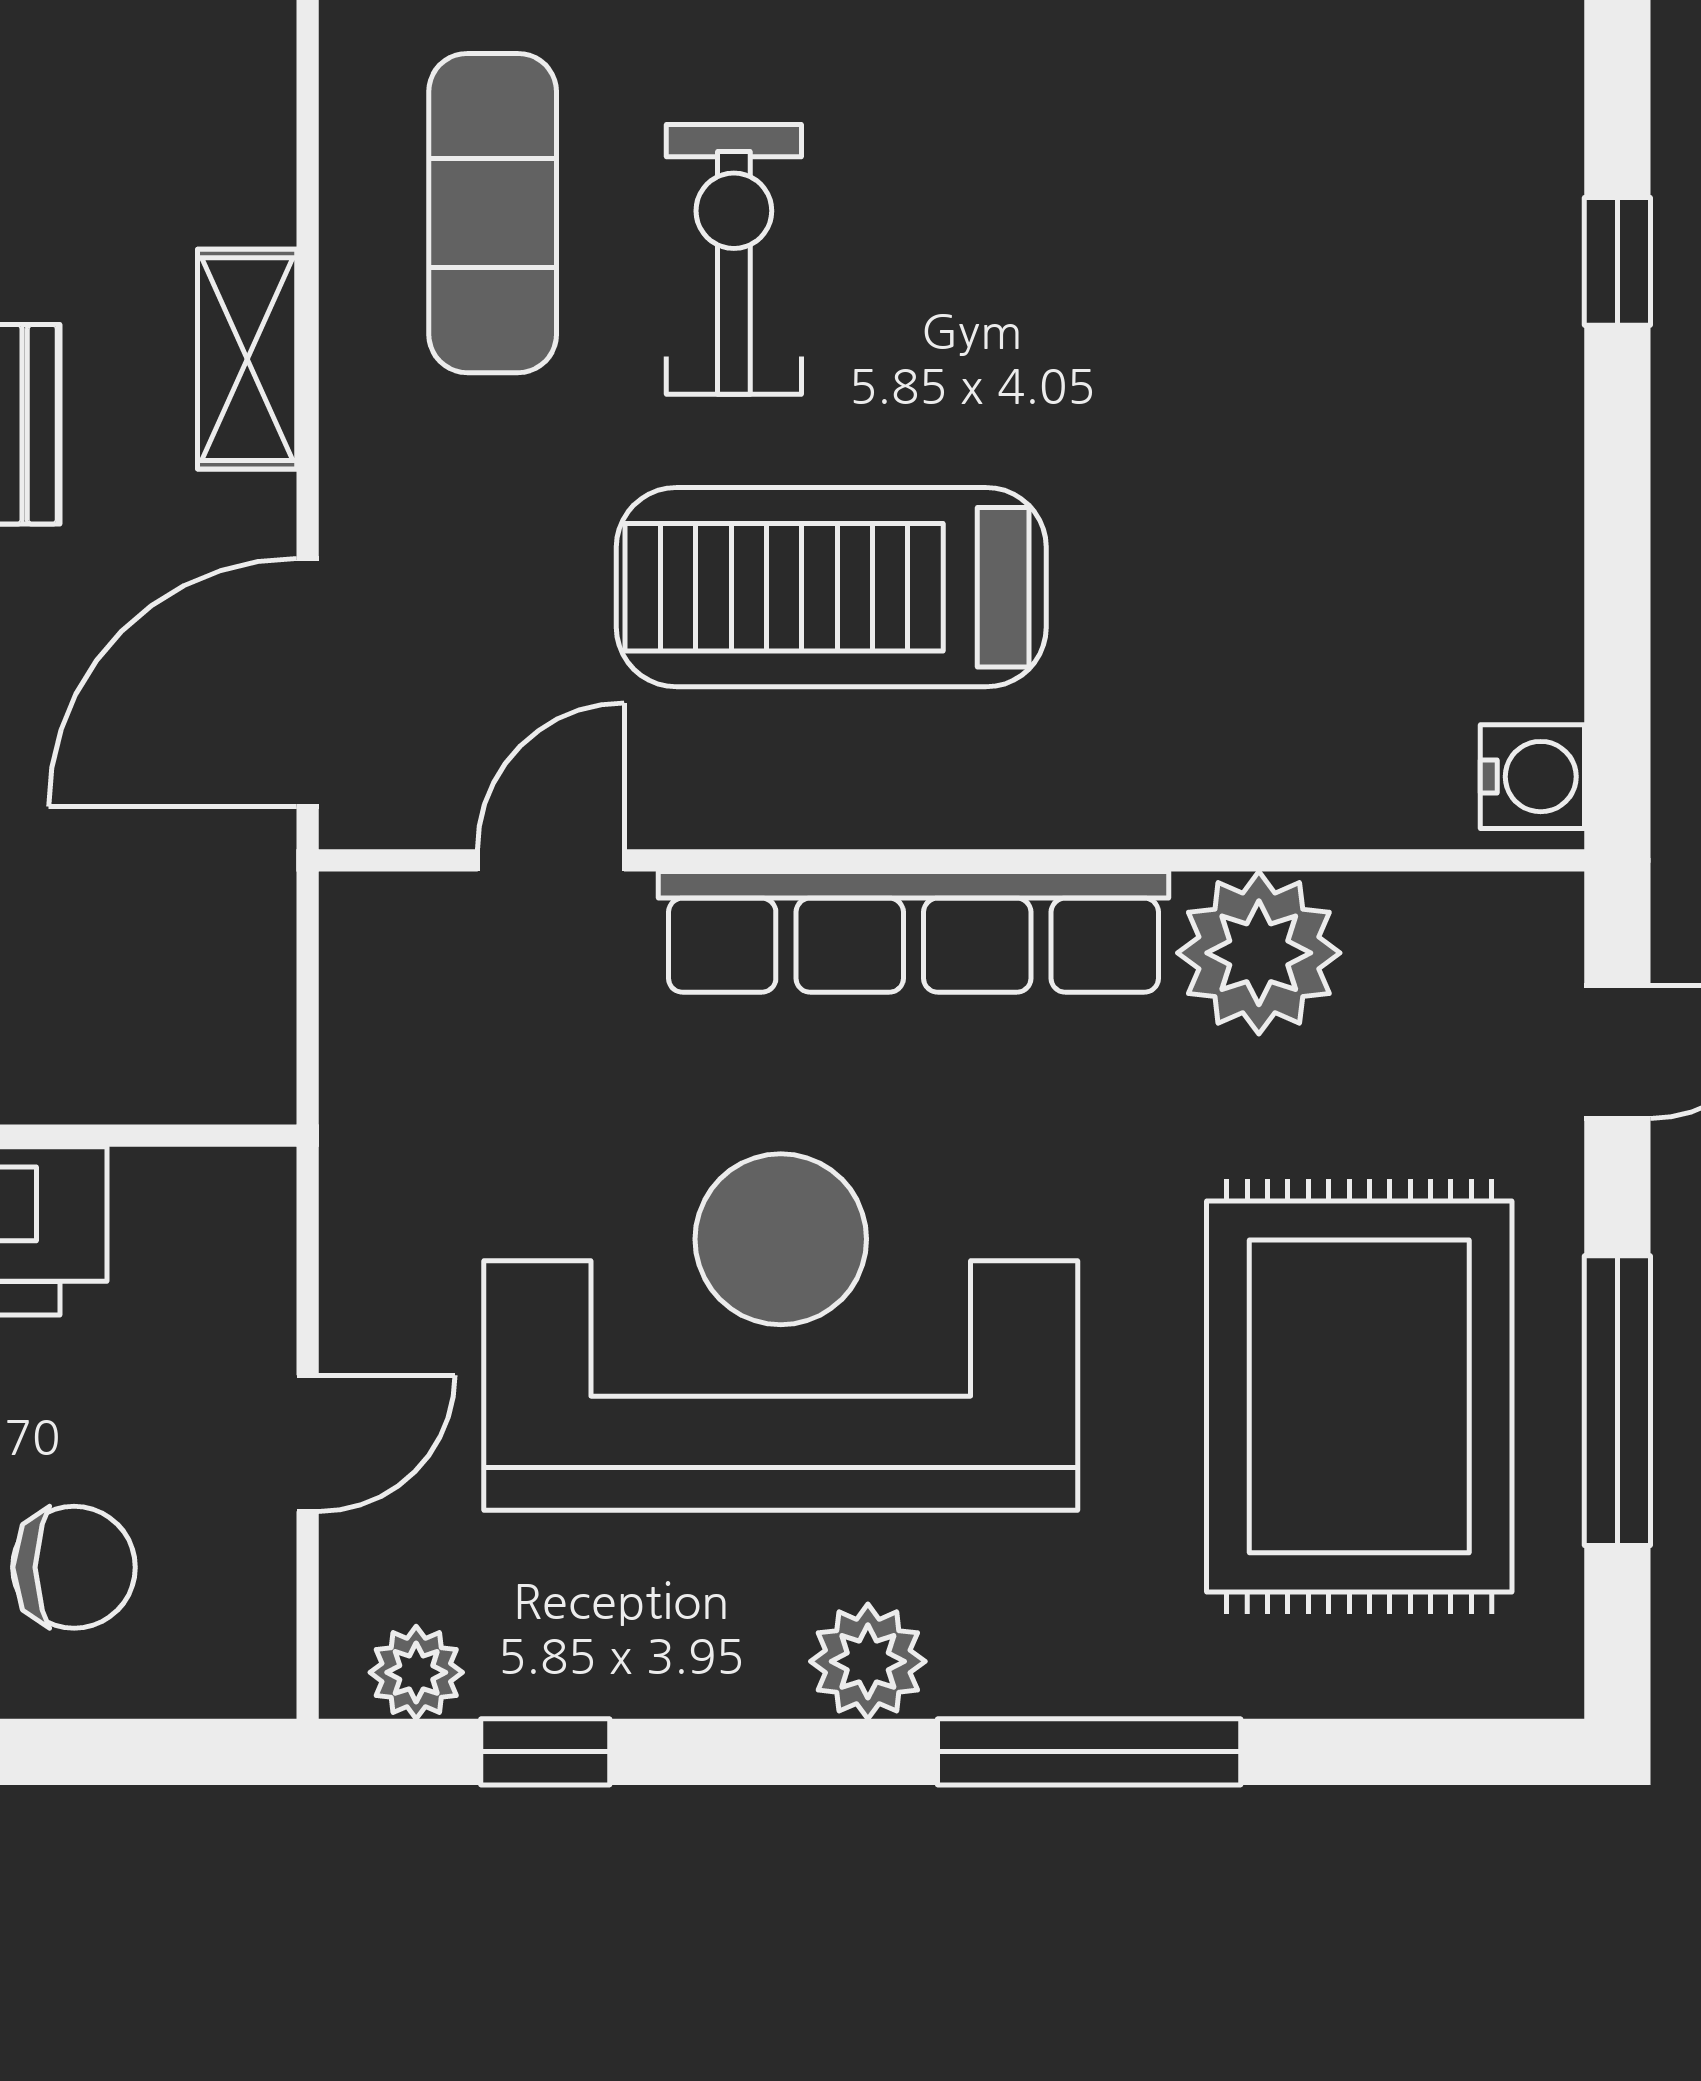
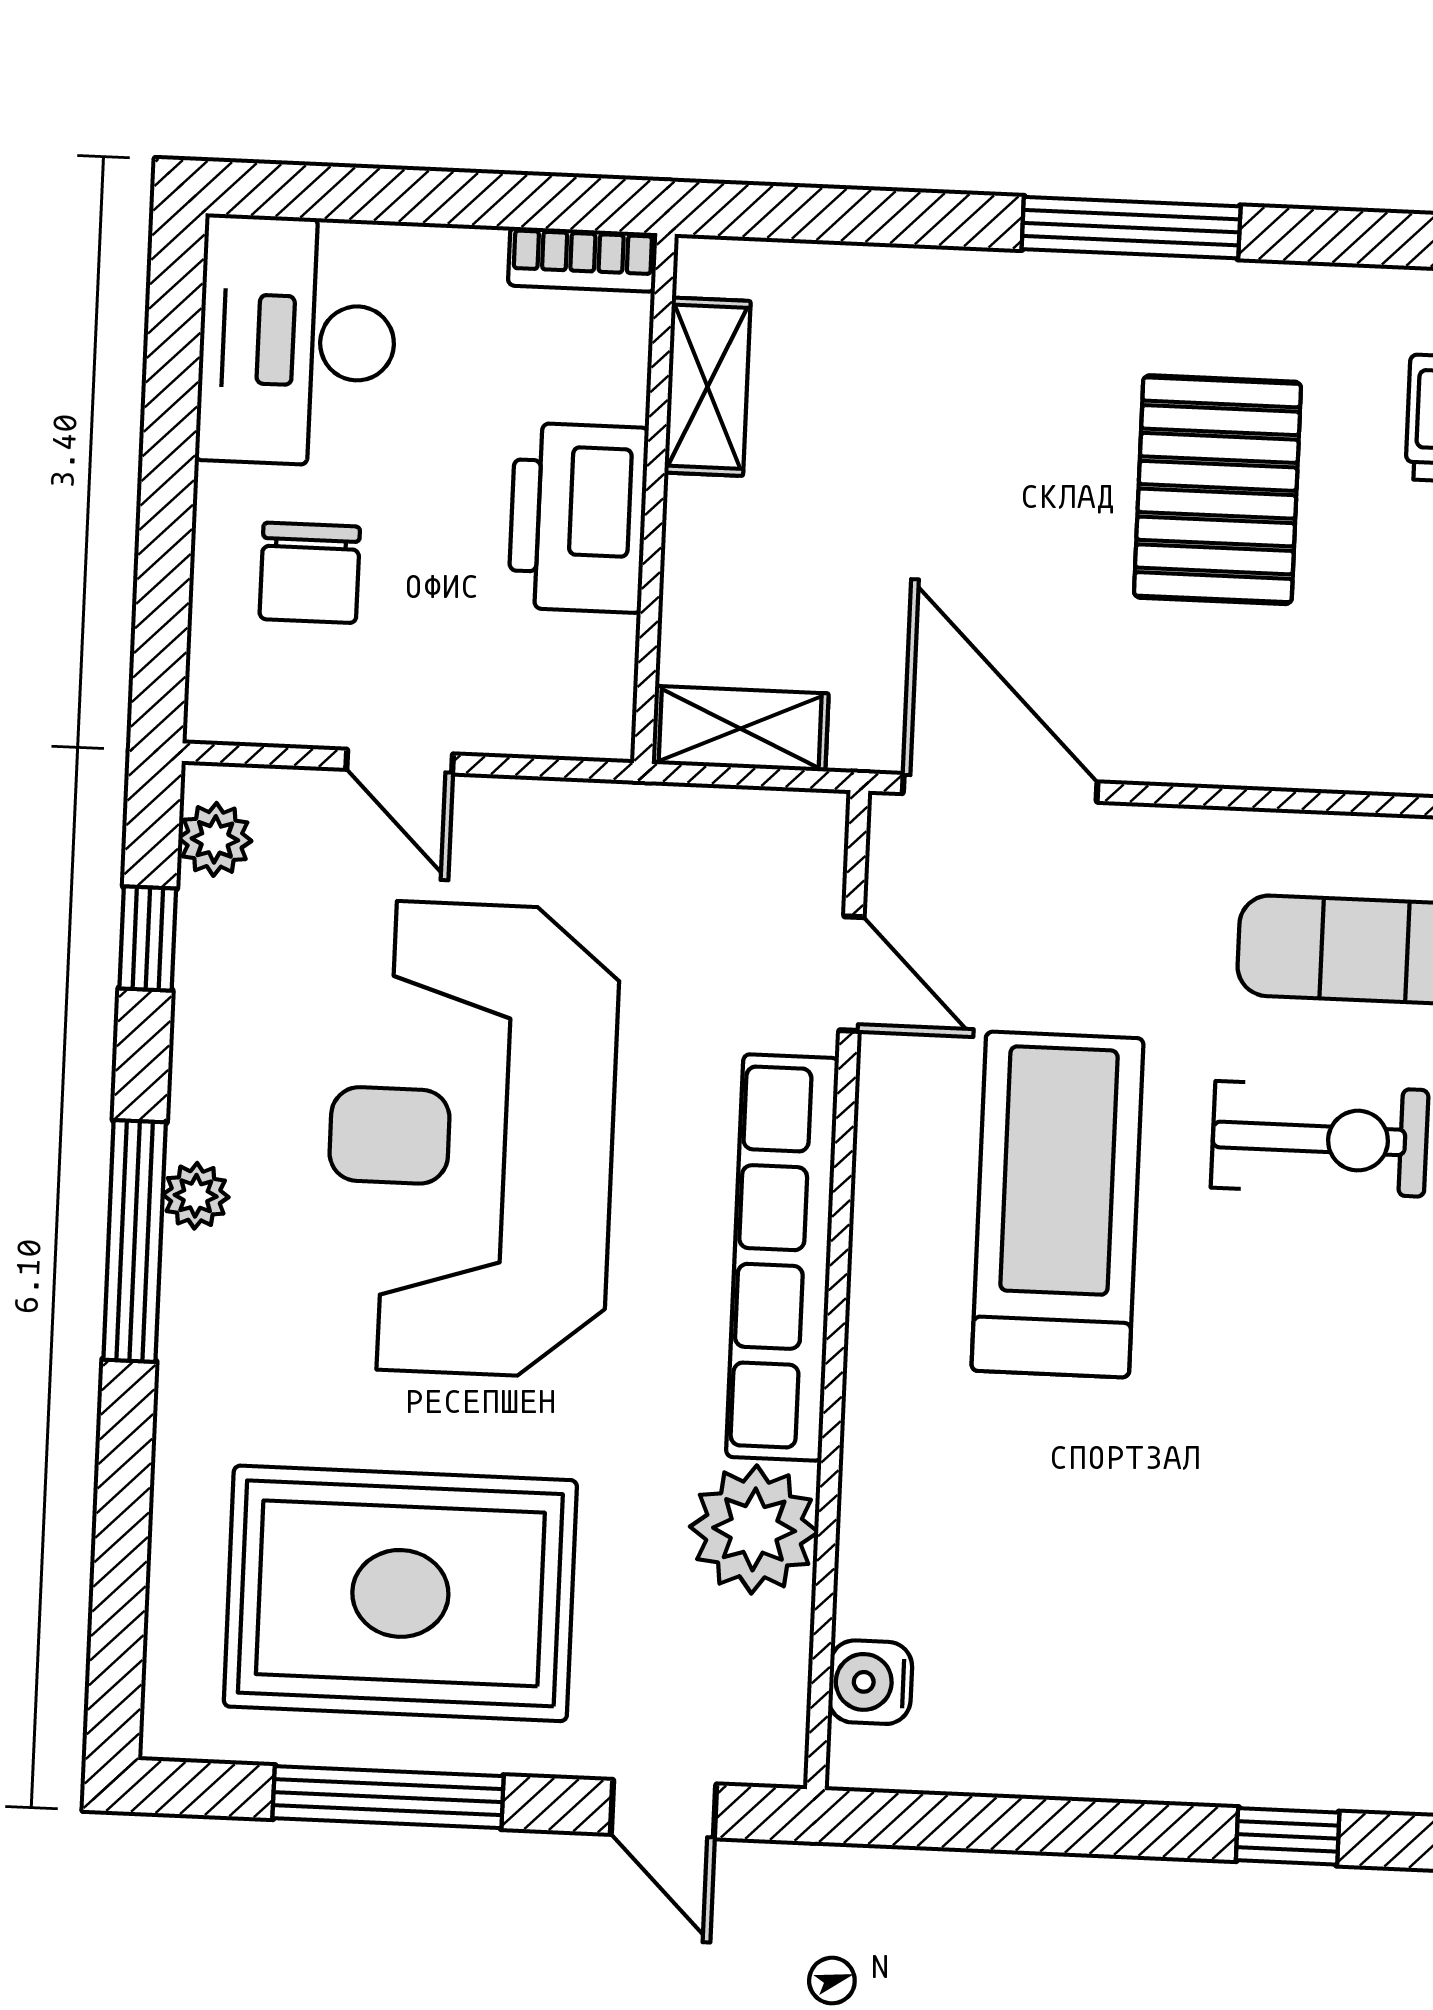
shelving: (247, 359) -> (740, 729), moved
water cooler: (1532, 777) -> (870, 1682), moved, turned 90
reception desk: (781, 1332) -> (471, 1139), turned 180
plant: (868, 1661) -> (196, 1196), width x0.73, depth x0.73
window: (1089, 1752) -> (135, 1241), moved

